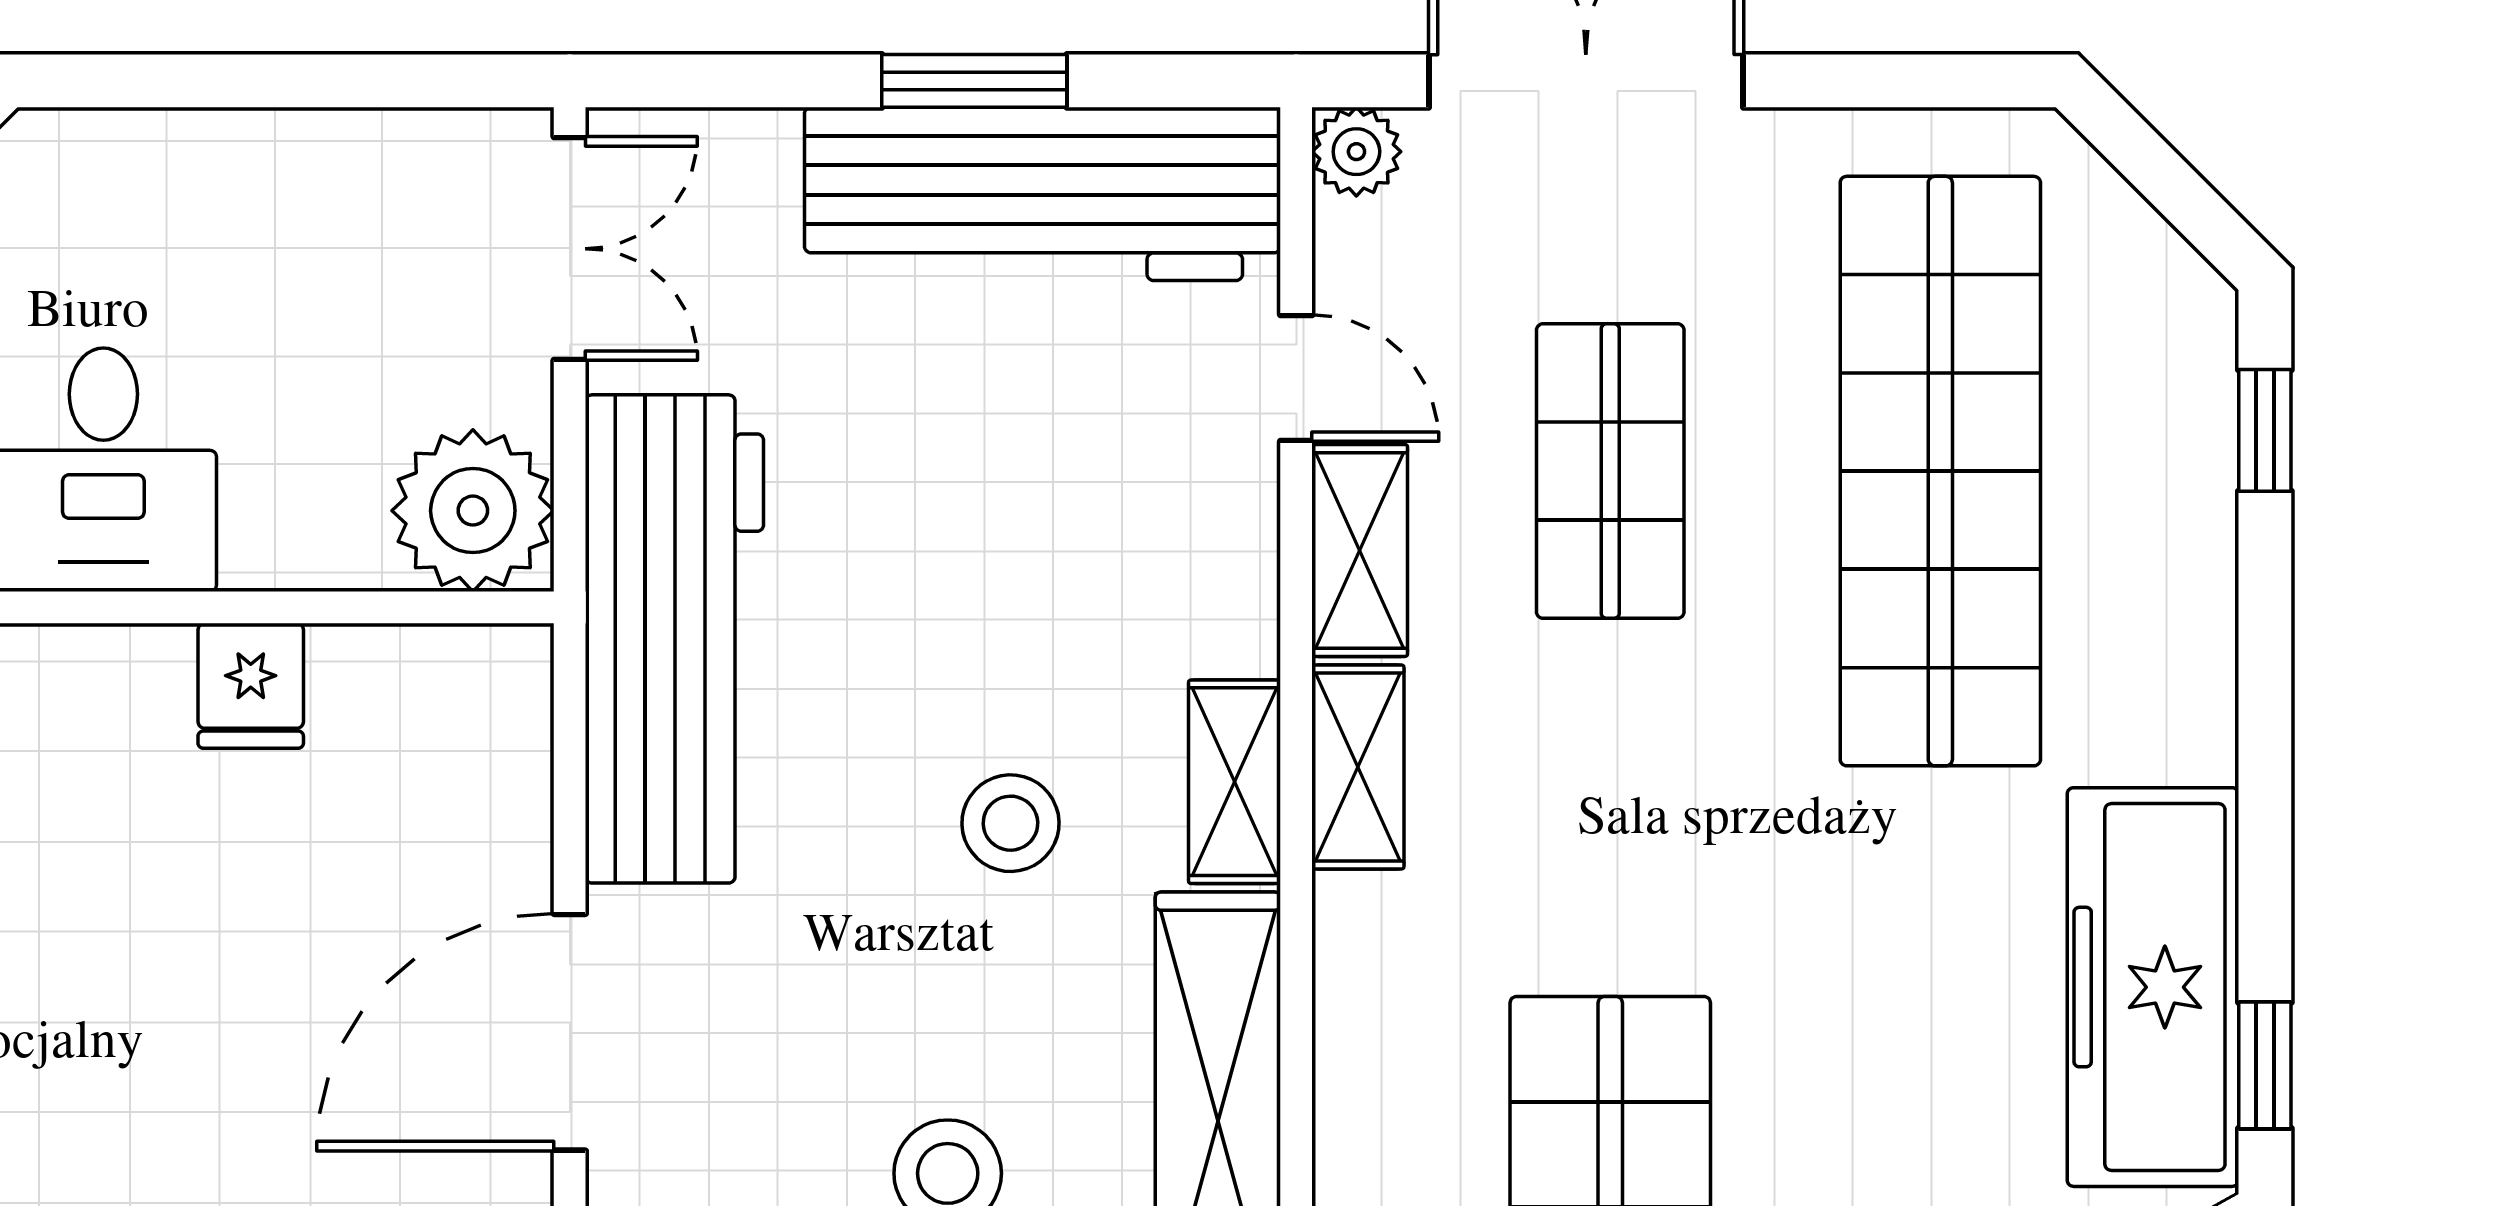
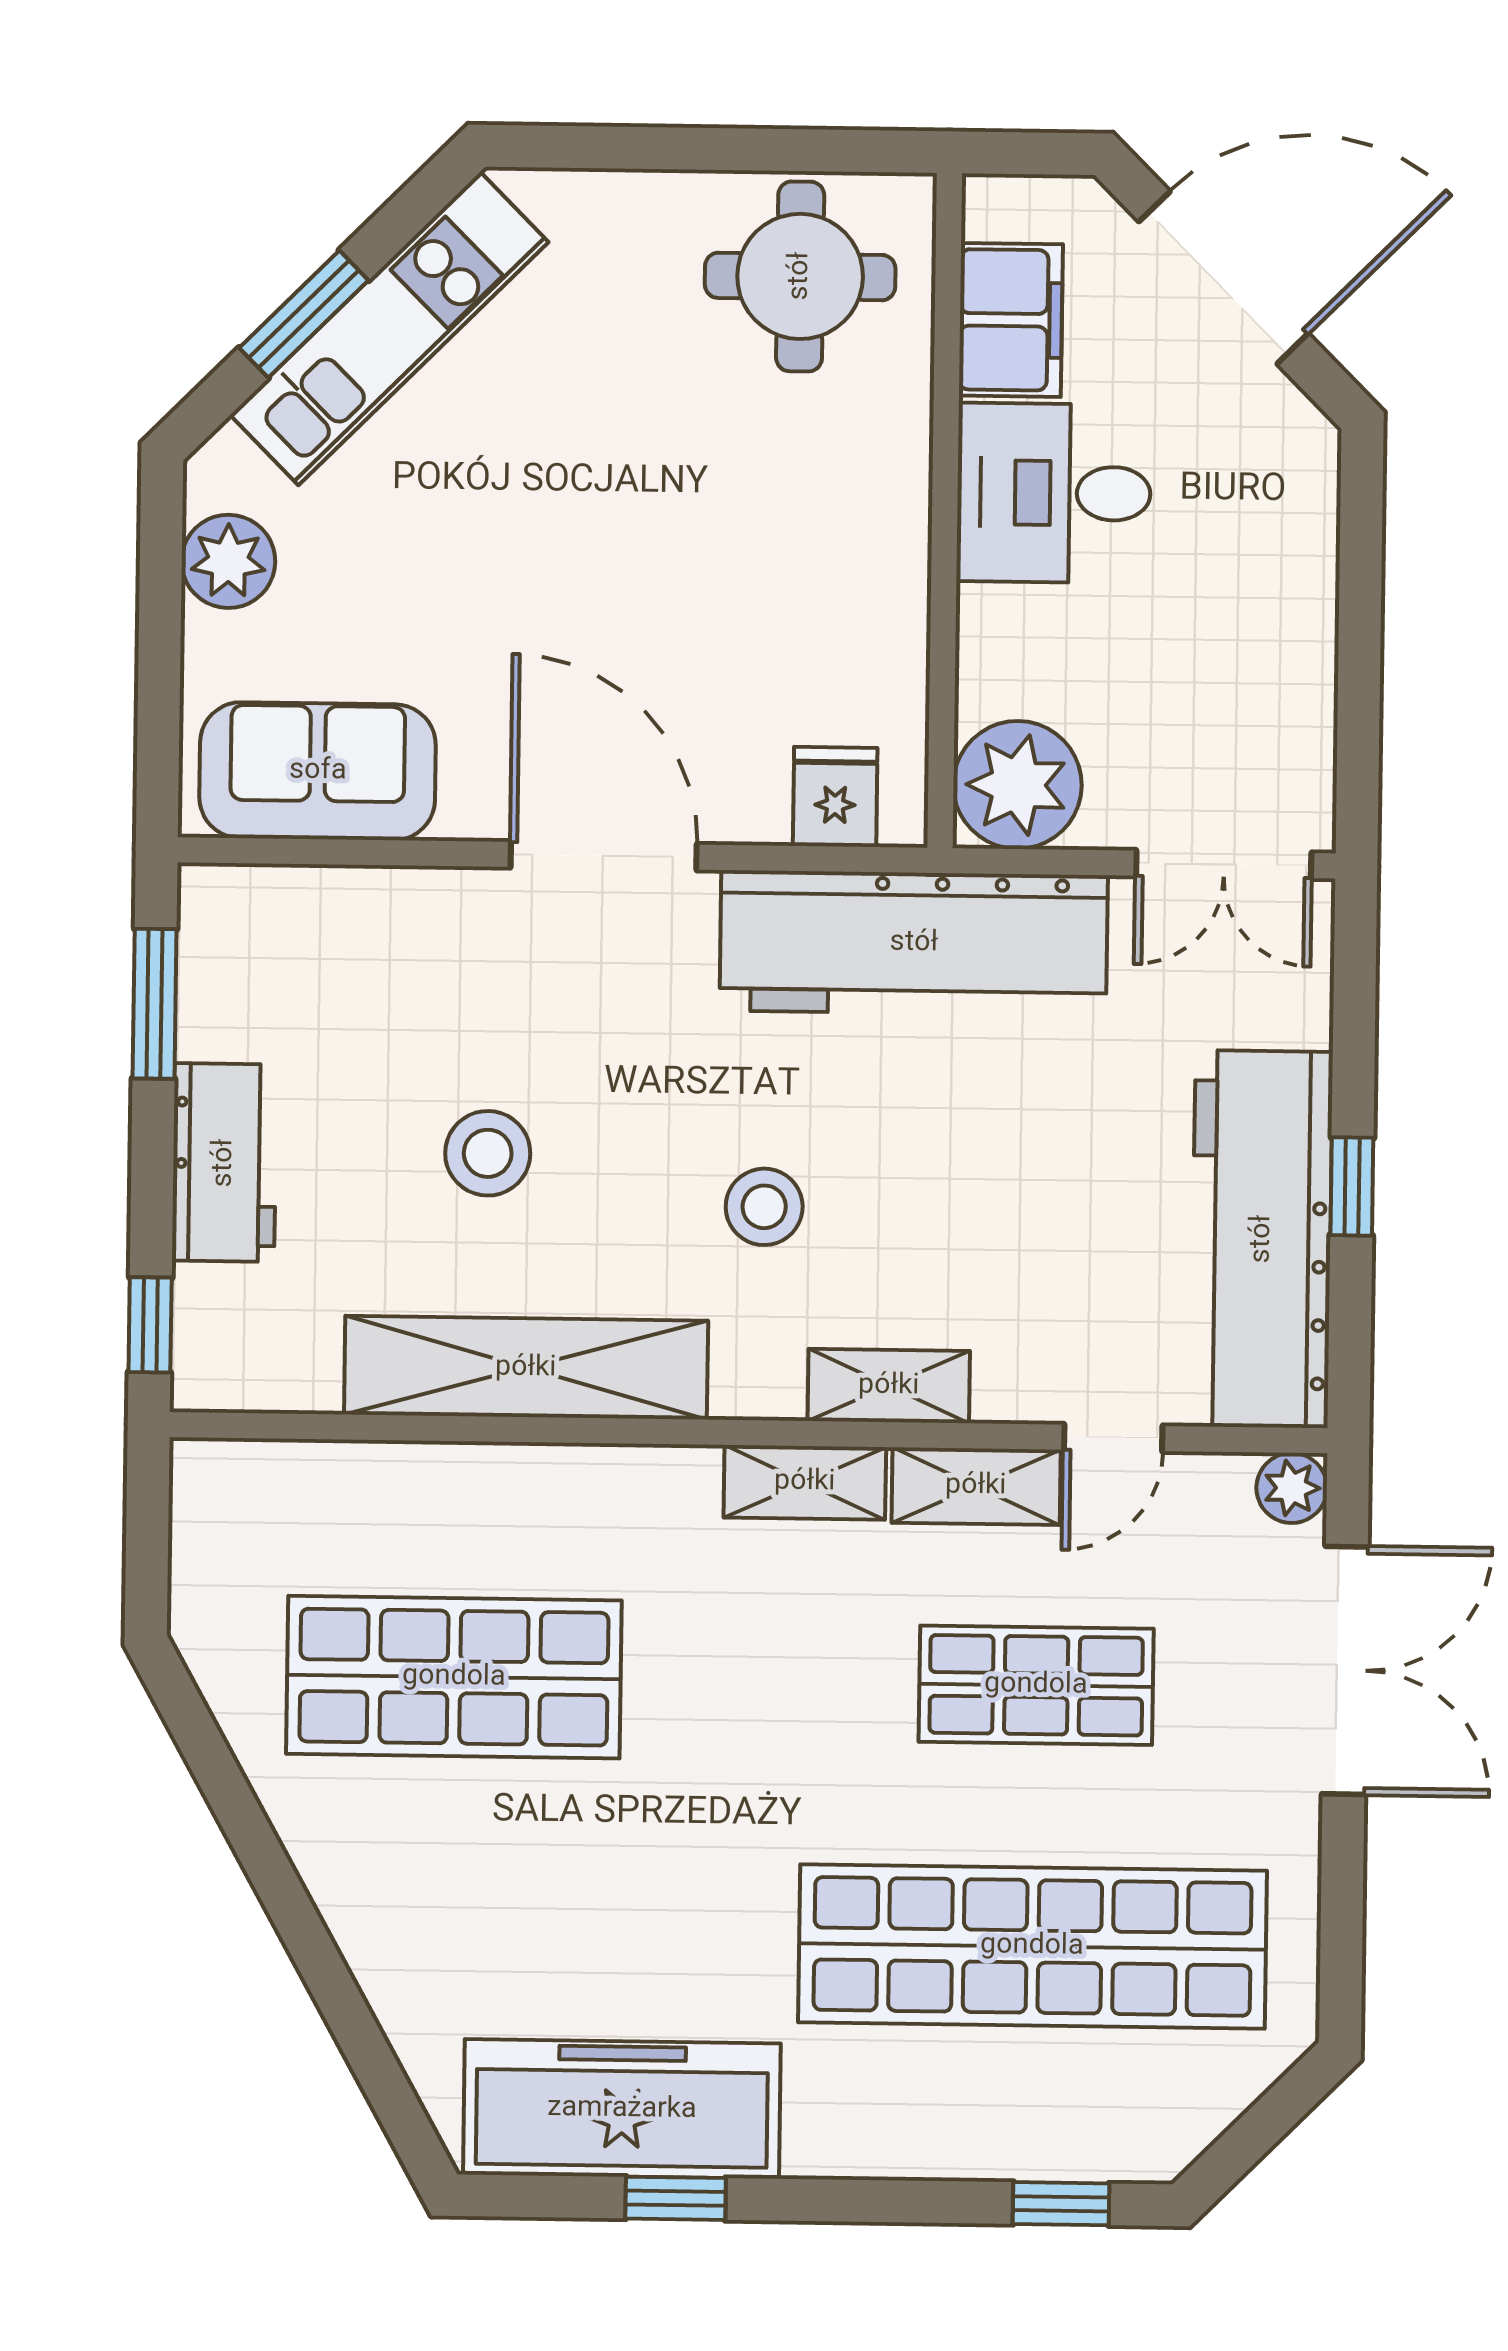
window: (974, 81) -> (1352, 1186), width x0.67
fridge: (251, 686) -> (835, 797), moved, turned 90
shelving: (1235, 782) -> (889, 1386), moved
window: (2265, 1065) -> (676, 2198), moved

